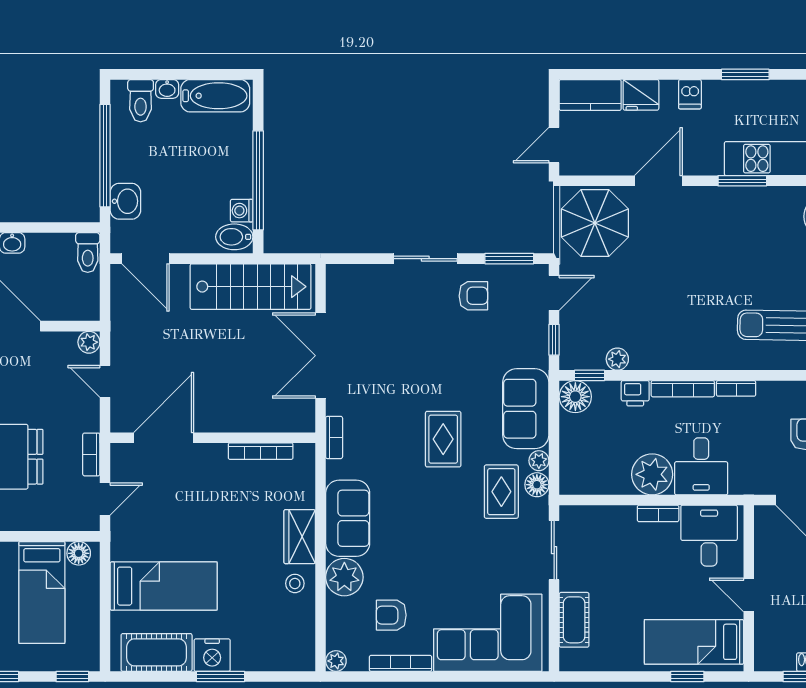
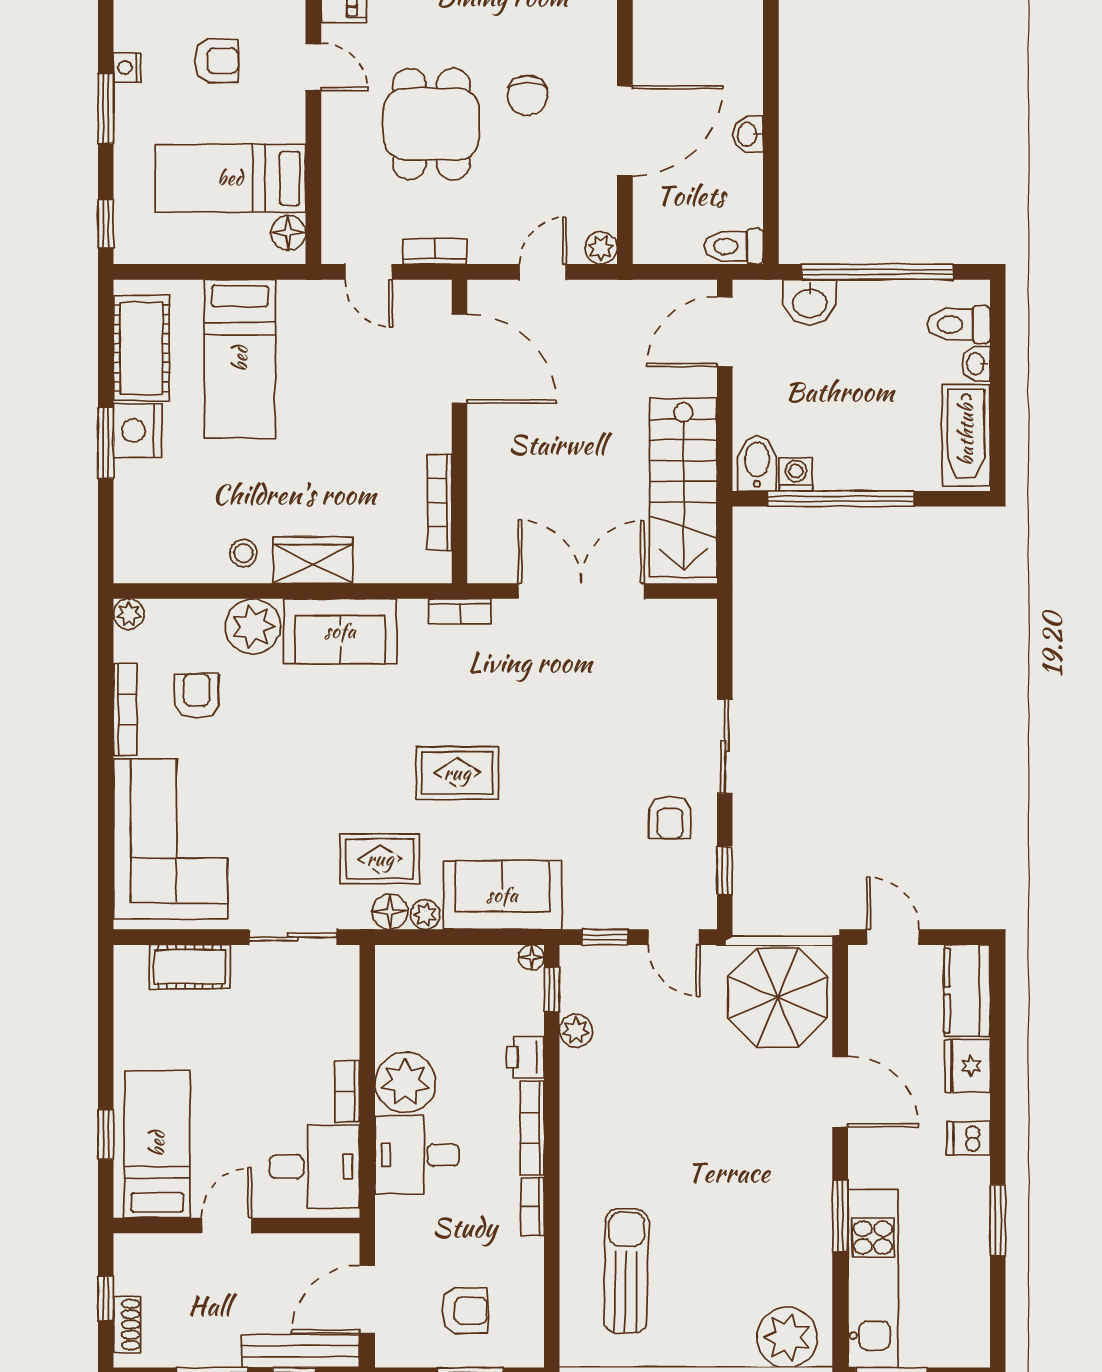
window: (509, 259) -> (725, 871), width x0.67
floor lamp: (575, 397) -> (531, 957), width x0.53, depth x0.53

